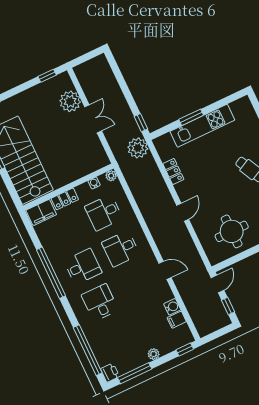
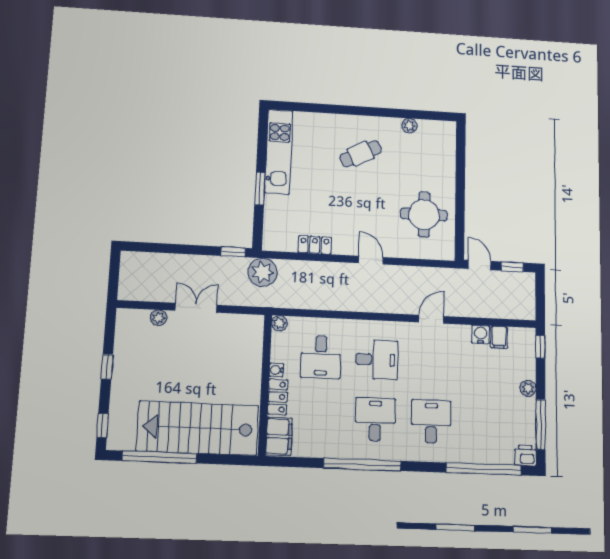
window: (47, 76) -> (107, 367), moved
plant: (70, 101) -> (159, 318), width x0.53, depth x0.53
kitchen unit: (202, 126) -> (279, 152), moved
water cooler: (94, 183) -> (276, 370), moved
desk: (121, 249) -> (377, 360), turned -90
desk: (100, 302) -> (431, 422), turned 90

